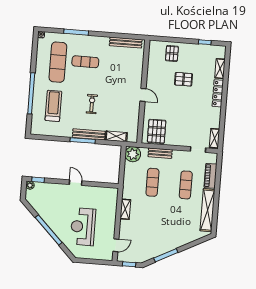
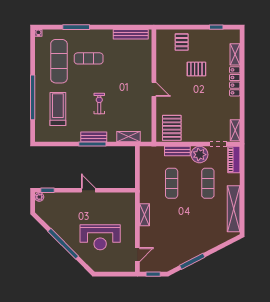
bench: (89, 134) -> (94, 137), width x0.73
plant: (133, 154) -> (199, 155), moved
piano: (210, 176) -> (234, 160), moved
reception desk: (83, 227) -> (100, 237), turned -90

